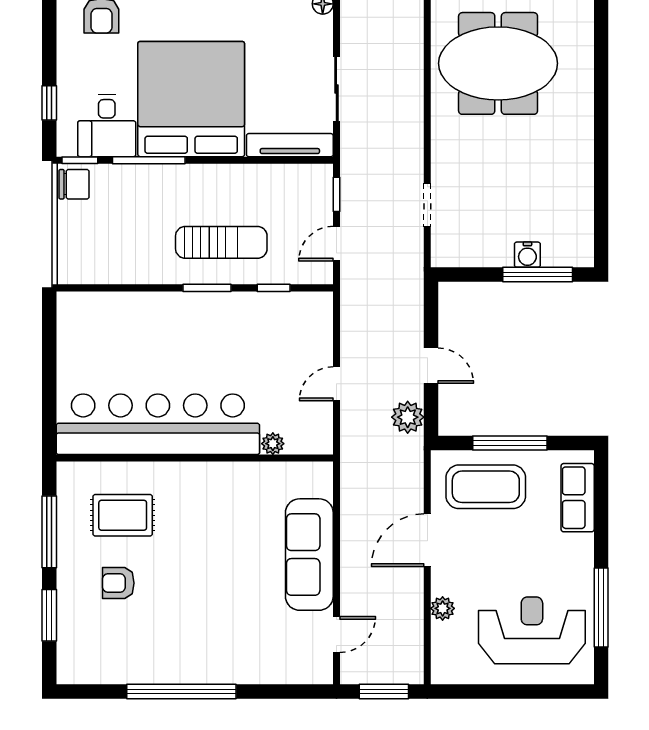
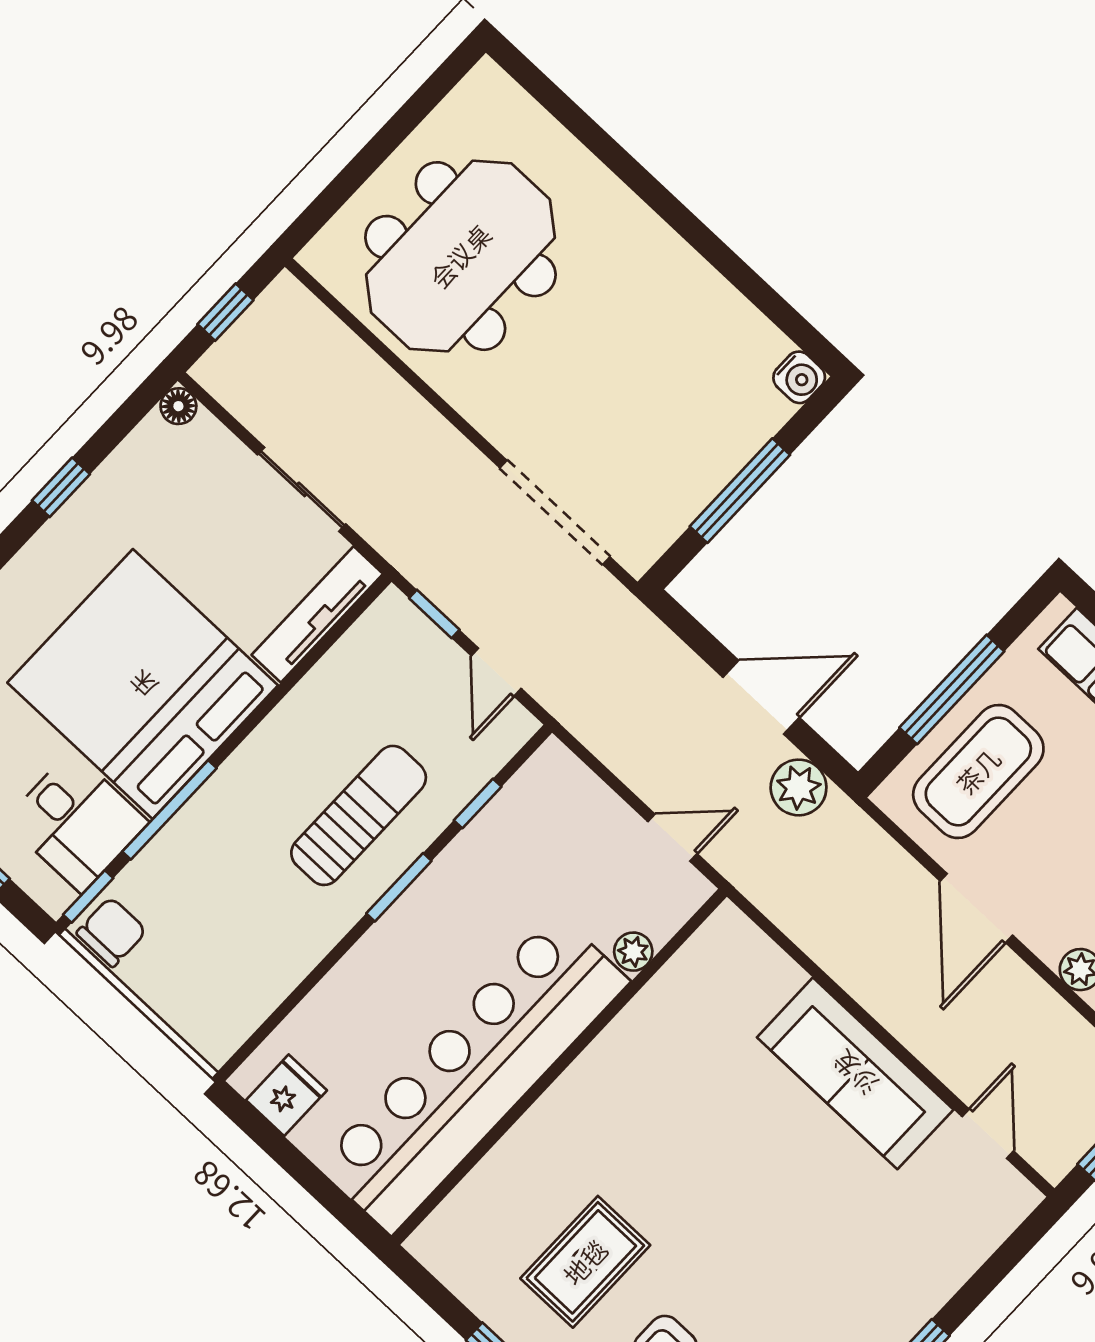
doorway: (427, 205) -> (555, 512), width x1.88
water cooler: (527, 255) -> (799, 377), moved
window: (538, 275) -> (740, 491), moved
fridge: (74, 323) -> (286, 1095), added
door: (431, 366) -> (761, 697), width x1.38
door: (336, 384) -> (672, 838), swing flipped
bar counter: (158, 424) -> (473, 1073), moved
plant: (273, 444) -> (633, 952), moved
wall: (195, 458) -> (559, 1067), moved

